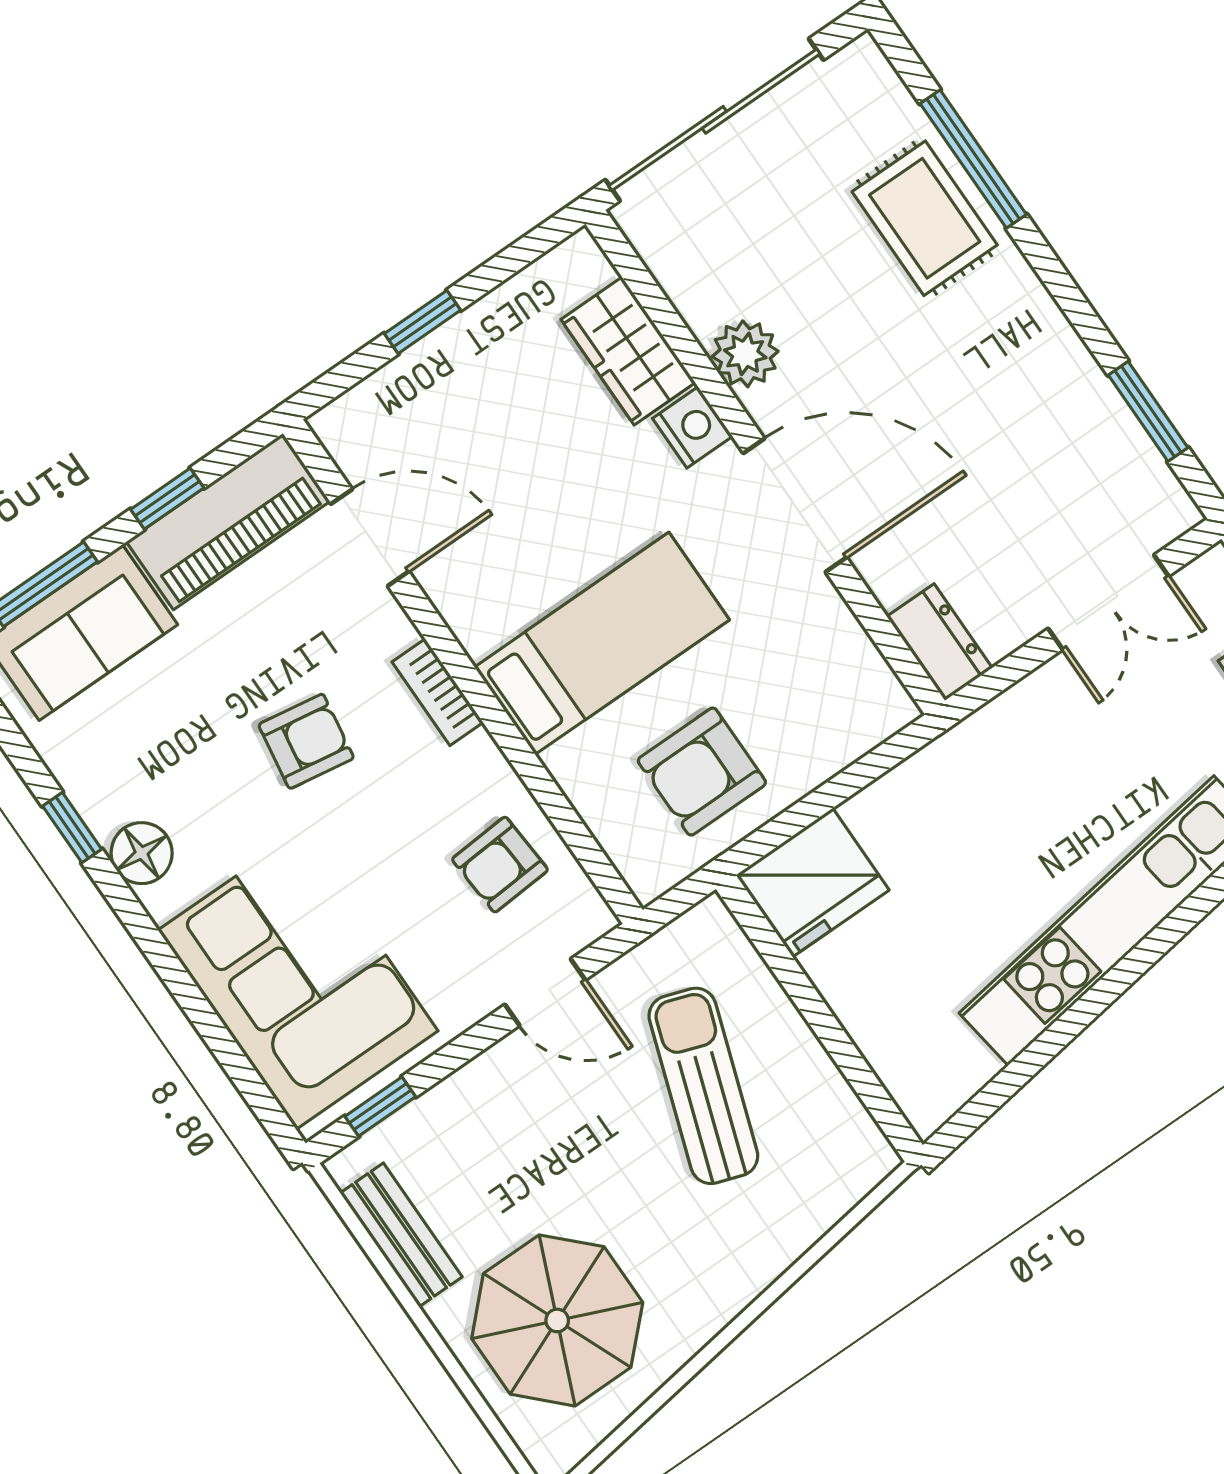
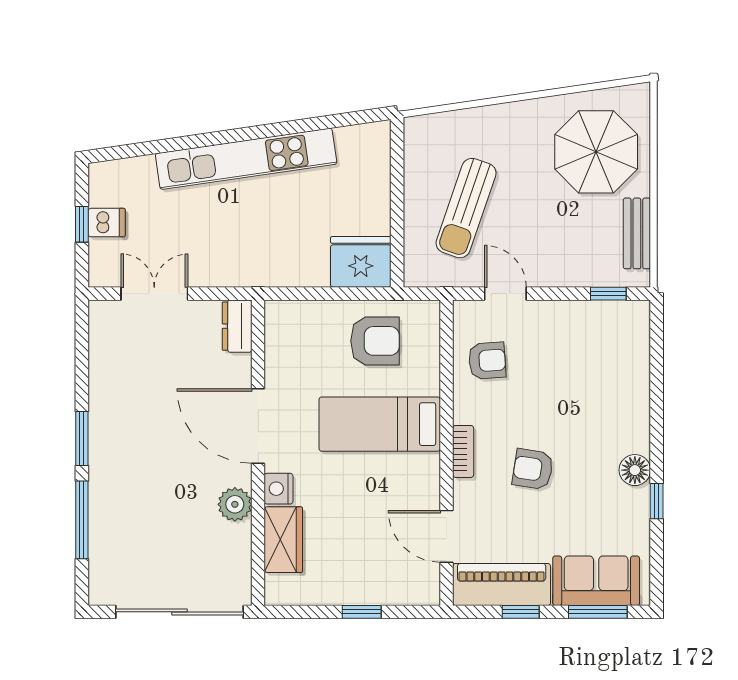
rug: (925, 218) -> (120, 509), removed
window: (1148, 411) -> (82, 439), moved
corner sofa: (298, 980) -> (606, 371), removed

